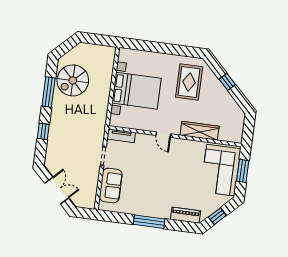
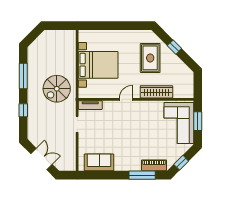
spiral stairs: (73, 80) -> (57, 89), moved
rug: (189, 82) -> (150, 58), moved
door: (163, 135) -> (126, 99), swing flipped
sofa: (111, 186) -> (99, 162), moved, turned -90
window: (149, 222) -> (142, 175), moved

